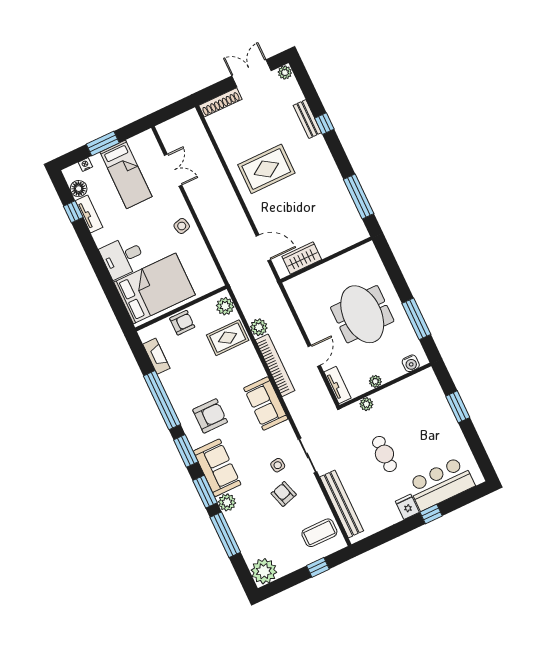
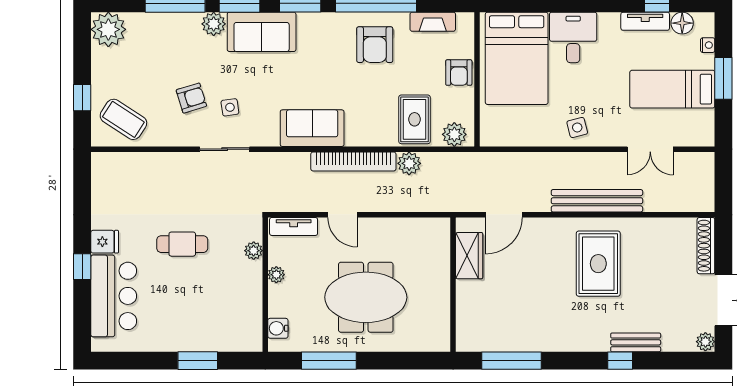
armchair: (210, 416) -> (375, 45), moved
bench: (342, 504) -> (597, 201), moved
coffee table: (319, 533) -> (123, 119), turned -57

